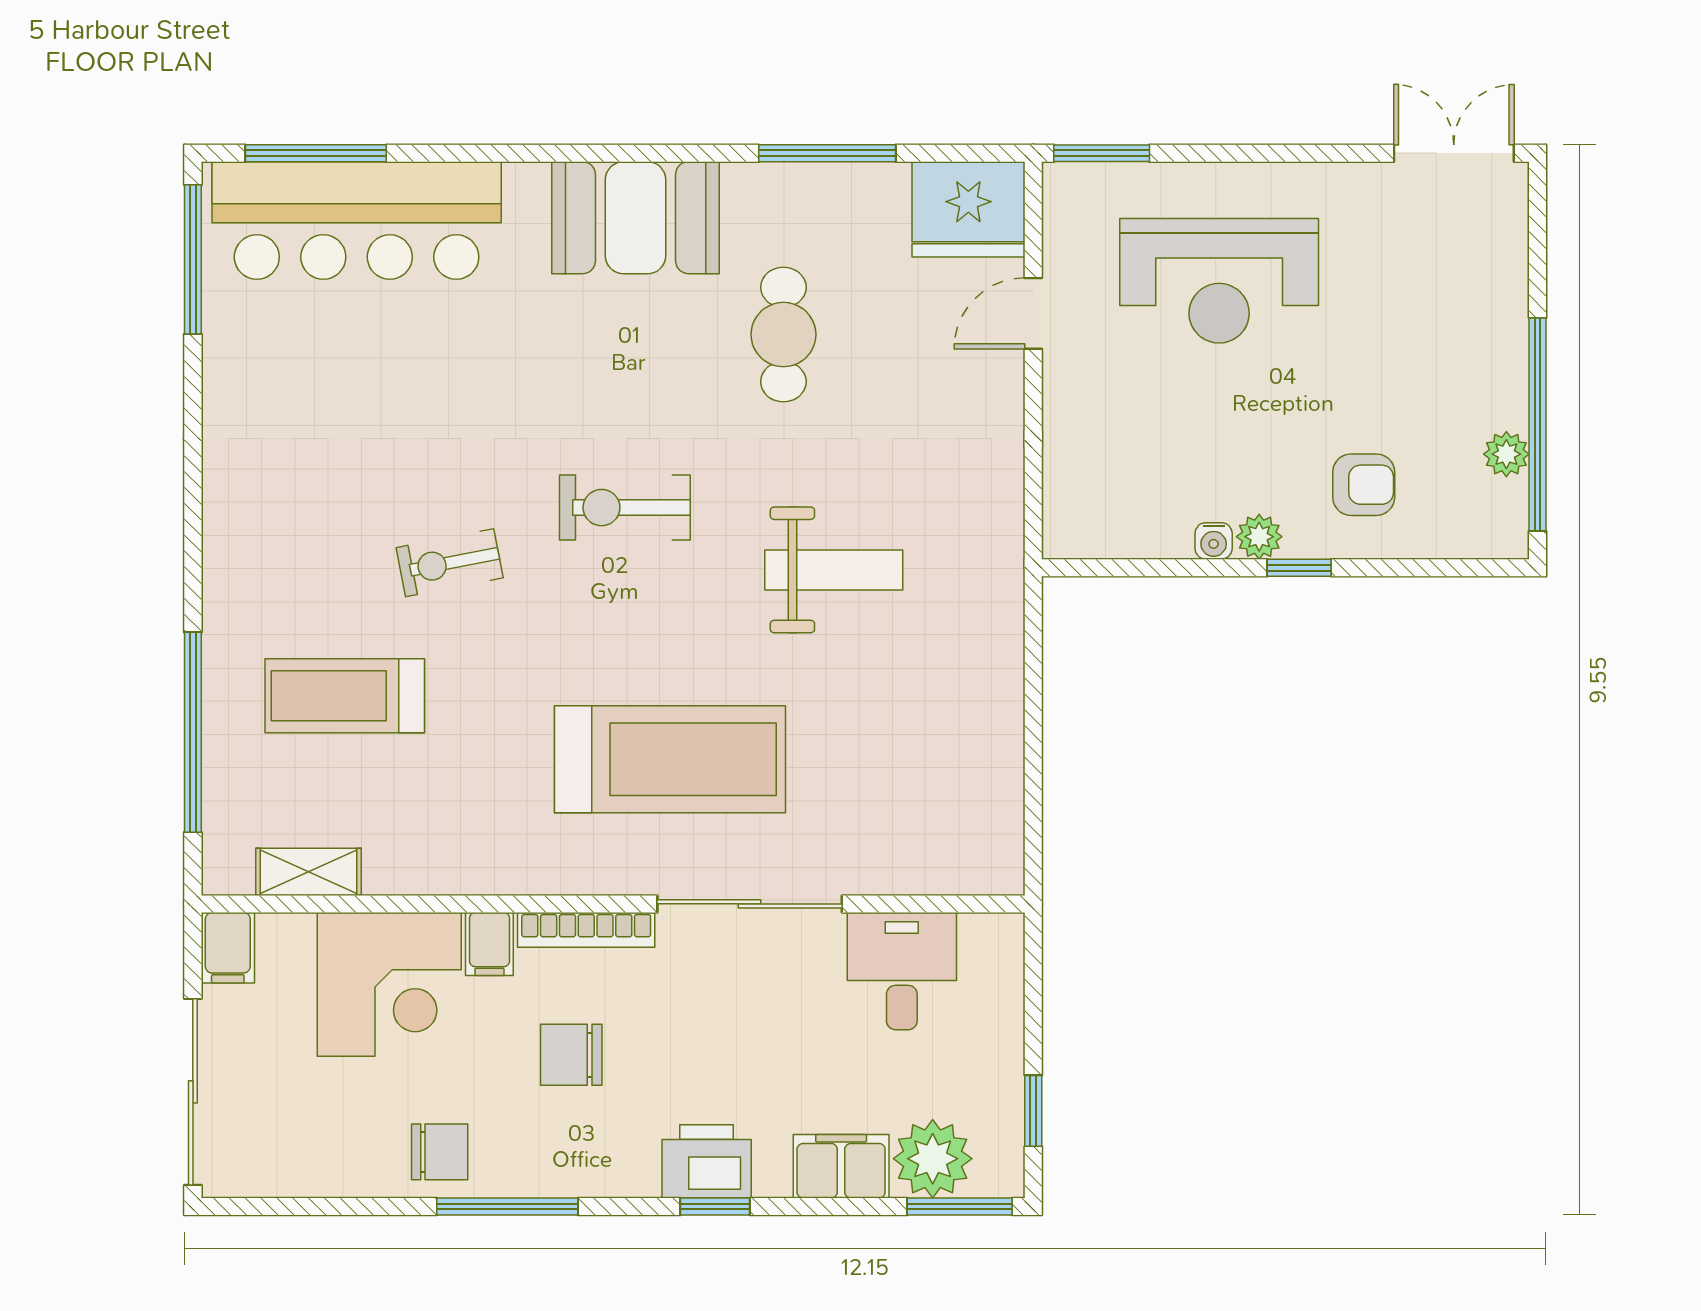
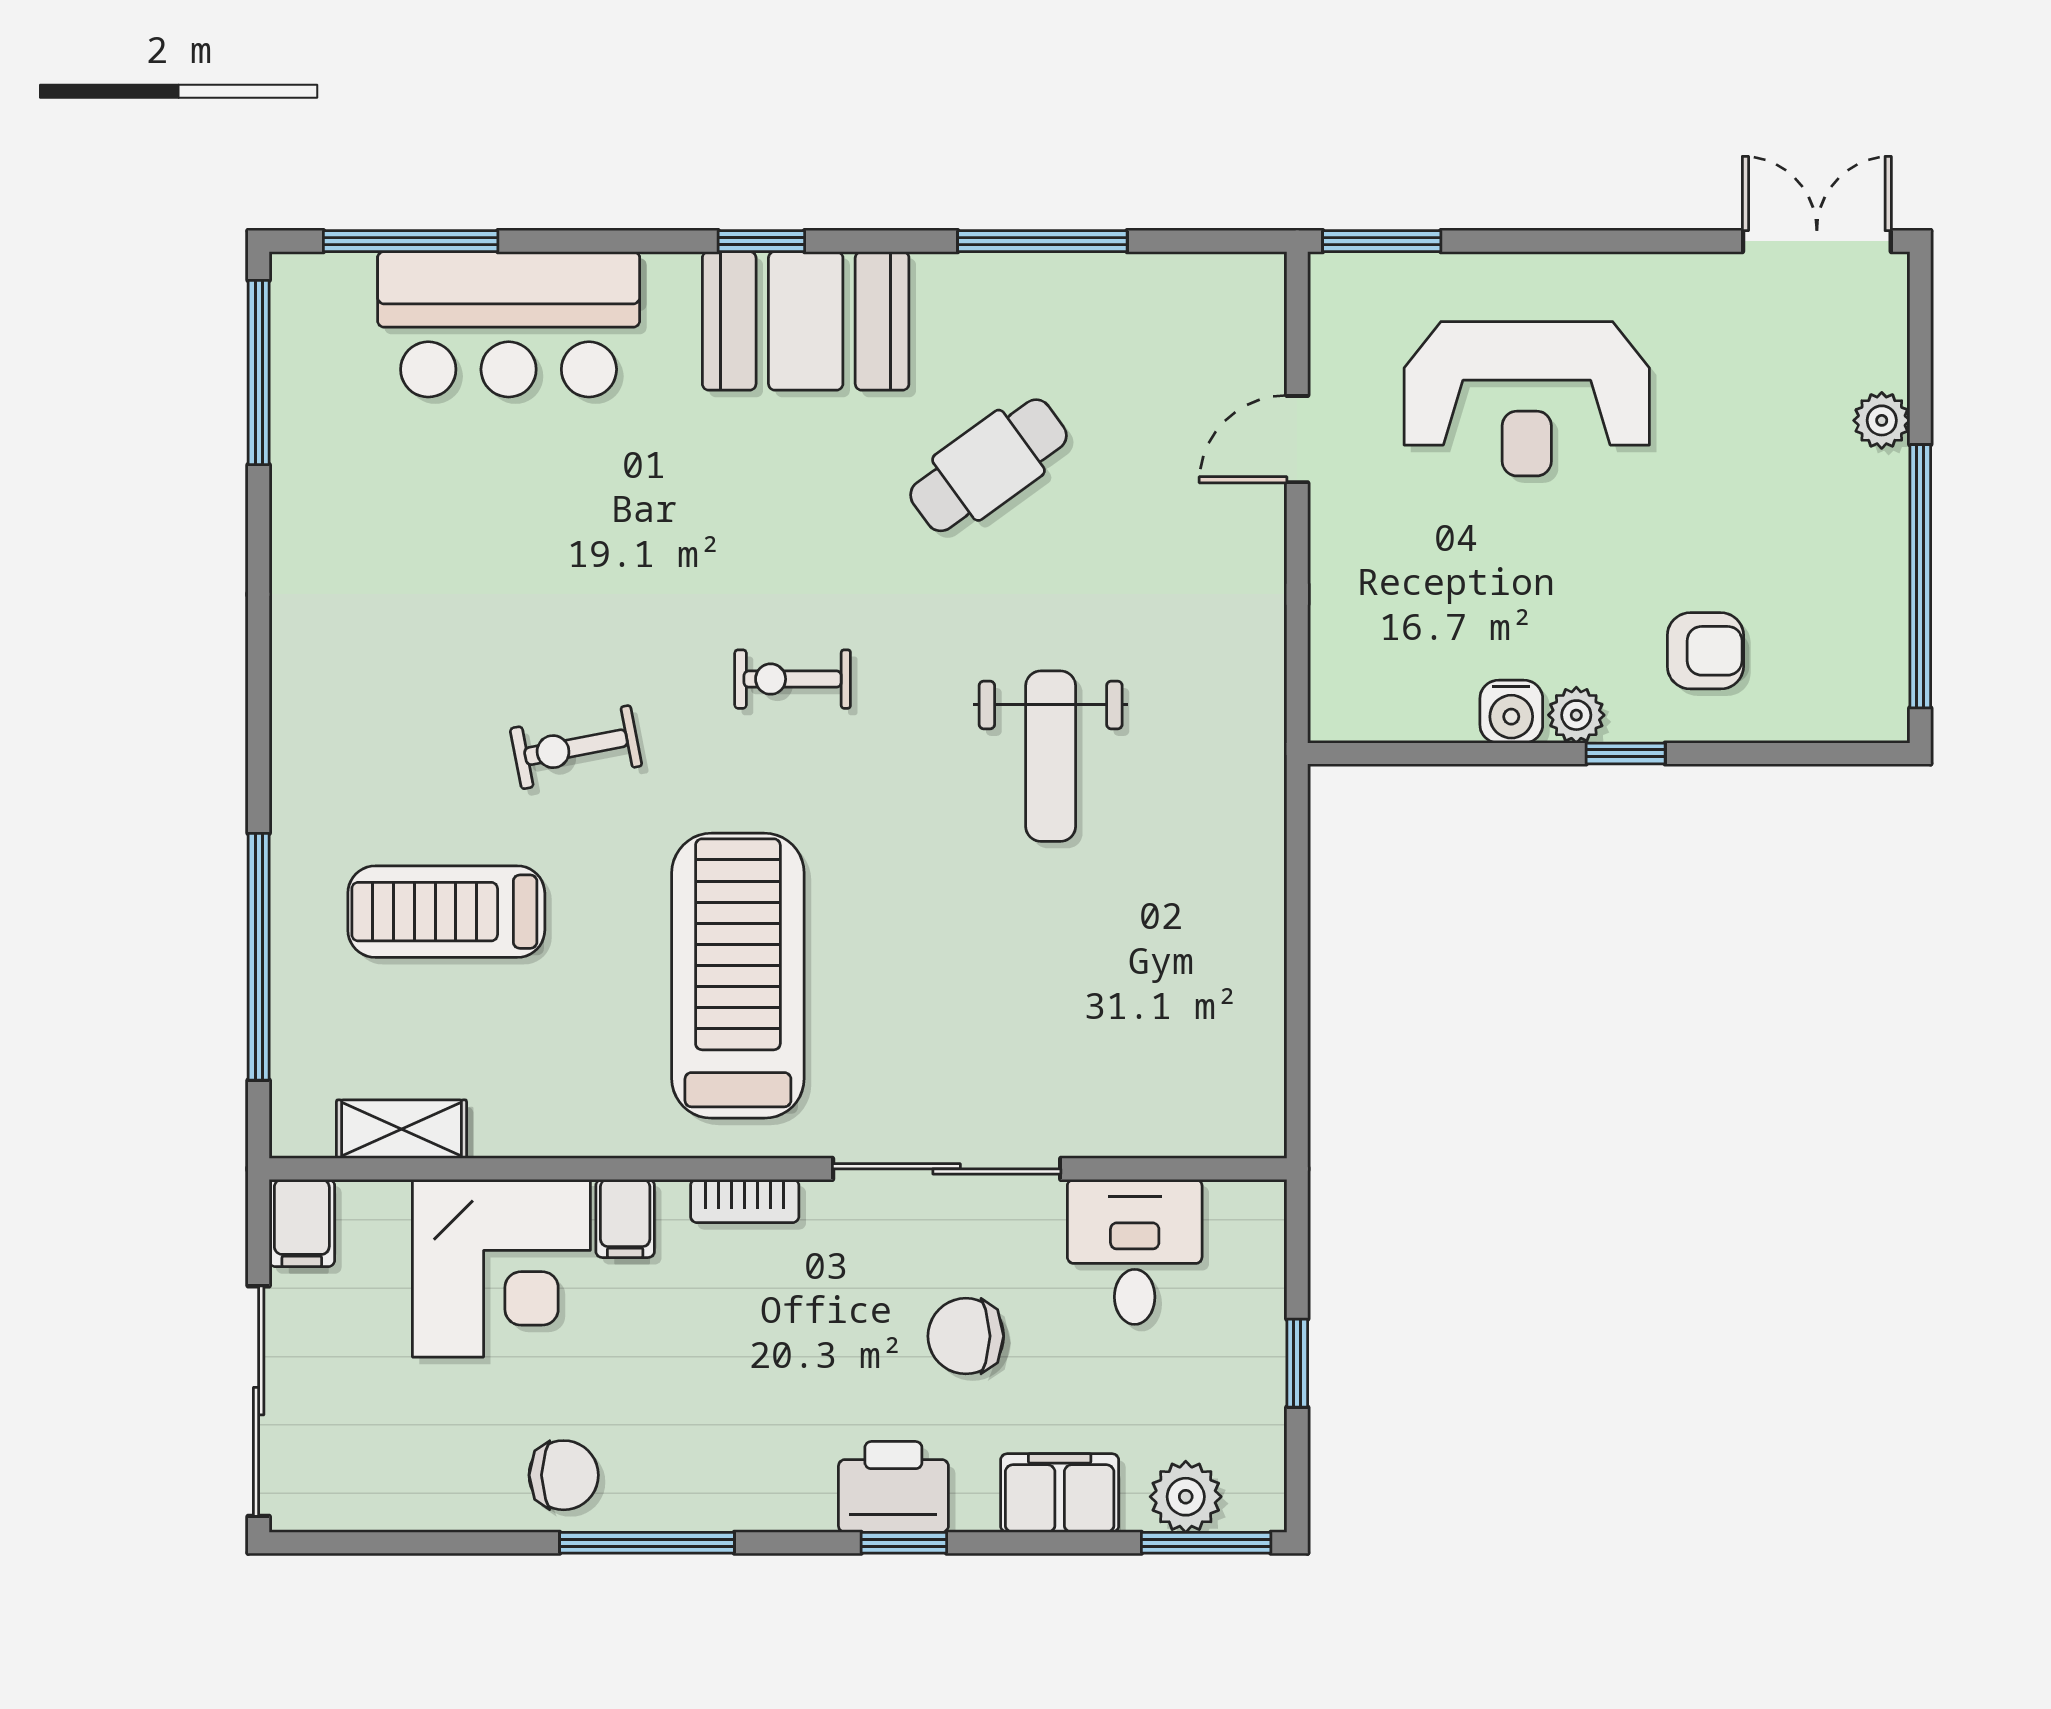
window: (600, 153) -> (761, 241), added
fridge: (968, 209) -> (1217, 311), removed
bar counter: (357, 220) -> (509, 324), width x0.73
cafe table: (783, 335) -> (988, 465), turned 54
plant: (1506, 454) -> (1882, 420), moved
exercise bike: (625, 508) -> (793, 679), width x0.73, depth x0.72
water cooler: (1214, 541) -> (1511, 712), width x1.38, depth x1.38
weight bench: (834, 570) -> (1051, 756), turned 90
treadmill: (670, 759) -> (738, 976), moved, turned -90
bookcase: (586, 930) -> (745, 1201), width x0.64
chair: (571, 1055) -> (966, 1336), moved
window: (1033, 1111) -> (1297, 1363), moved
plant: (933, 1159) -> (1186, 1497), width x0.73, depth x0.73

